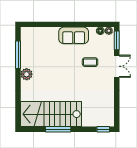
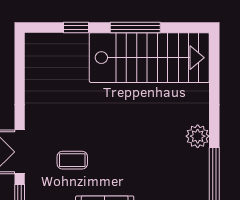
window: (103, 129) -> (76, 28), moved

